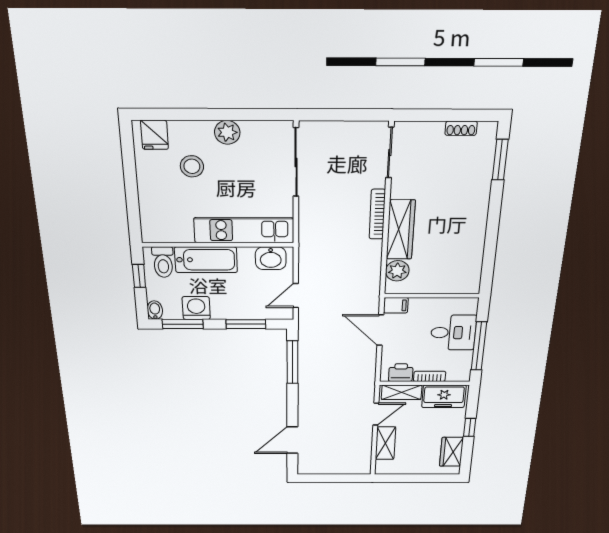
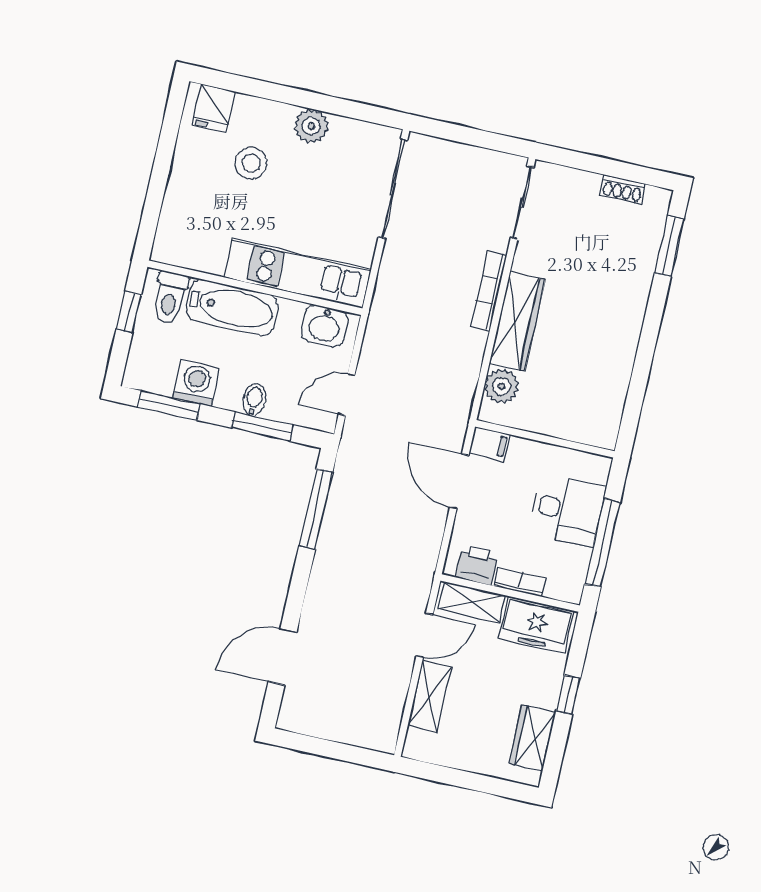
bidet: (155, 310) -> (254, 400), moved

